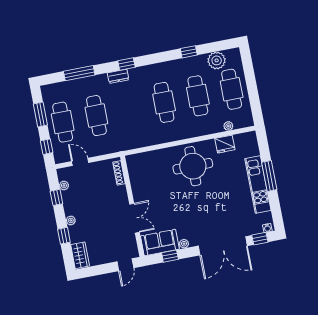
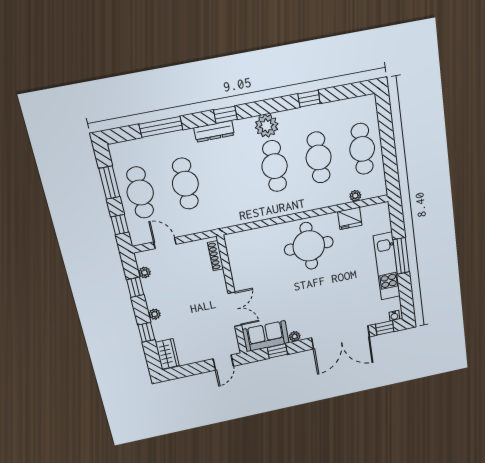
plant: (217, 60) -> (267, 126), moved
dresser: (118, 76) -> (214, 131), width x1.44

